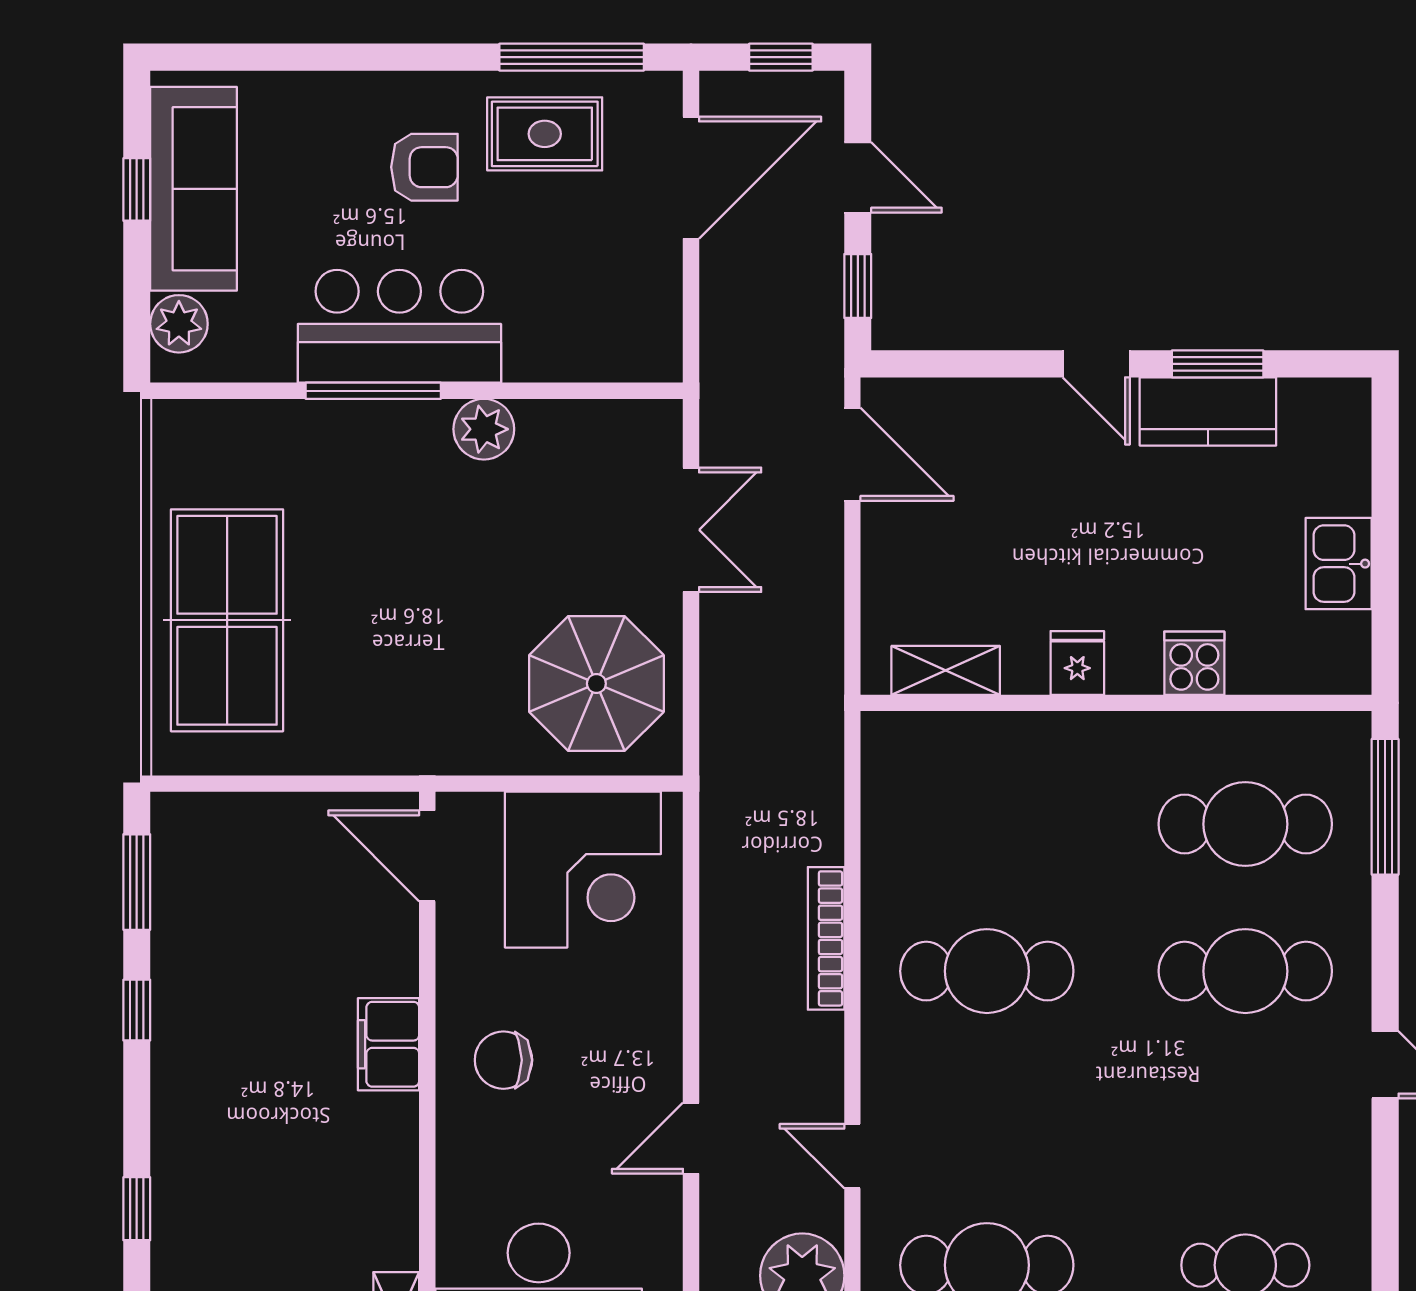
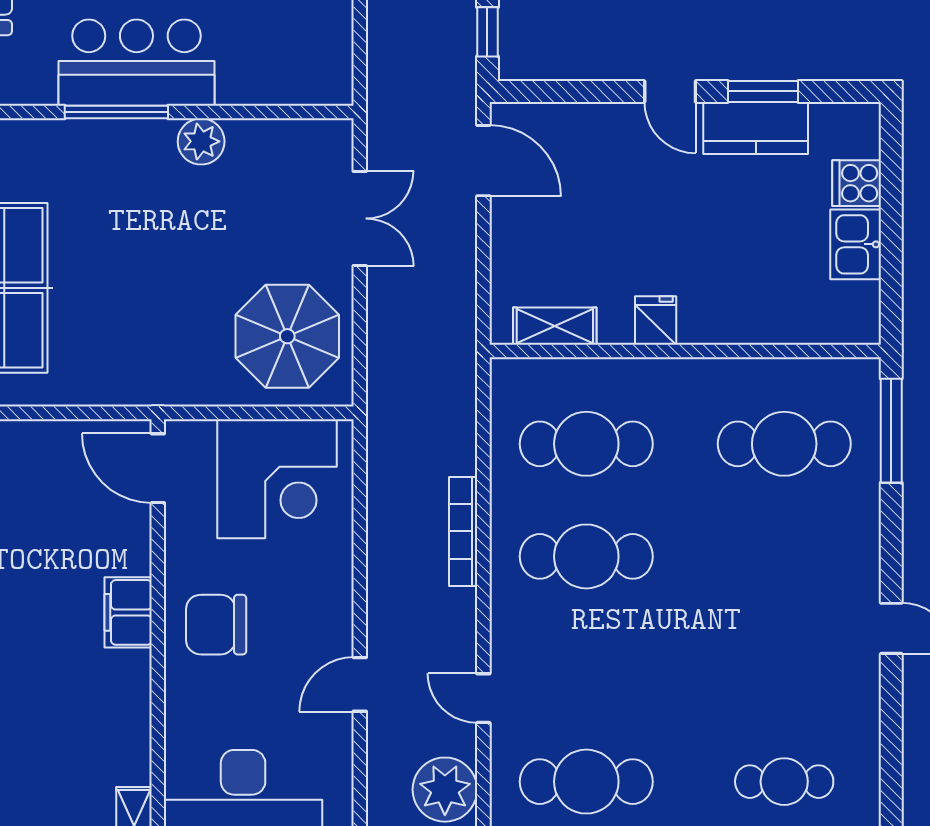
cooker: (1194, 663) -> (857, 183), moved, turned -90
cafe table: (1245, 971) -> (586, 444), moved
chair: (503, 1060) -> (216, 625), width x1.37, depth x1.37

